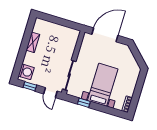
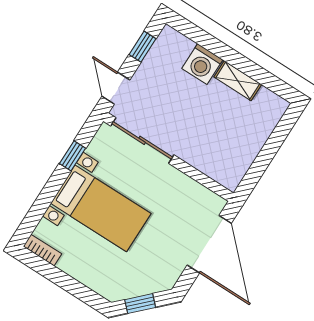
window: (138, 57) -> (140, 304), added
washing machine: (26, 72) -> (202, 64), moved
door: (50, 93) -> (116, 88), hinge flipped

